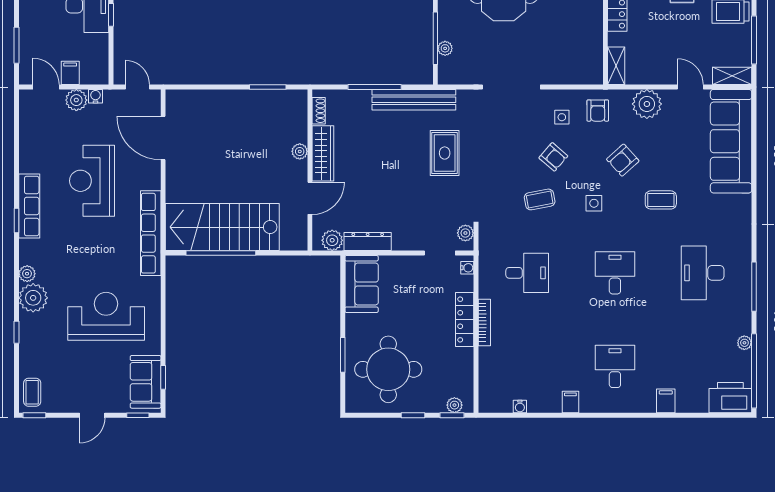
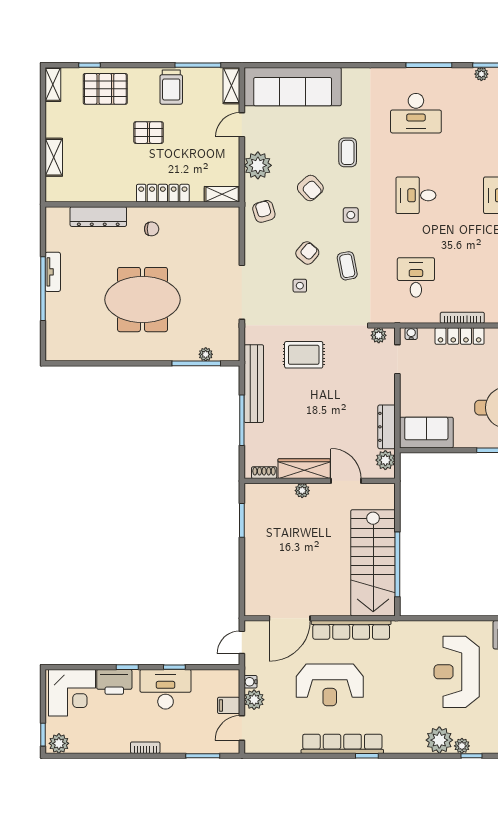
armchair: (598, 111) -> (264, 211), turned -107
side table: (562, 117) -> (300, 286), moved
row of seats: (29, 206) -> (342, 744), width x1.36
row of seats: (151, 233) -> (351, 630), moved
plant: (27, 274) -> (462, 746), moved

